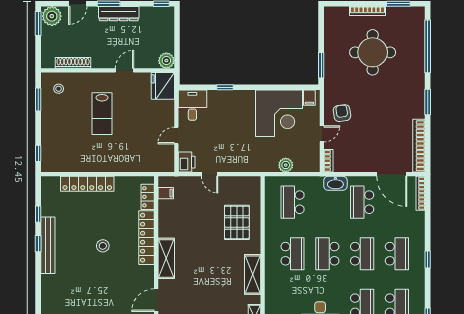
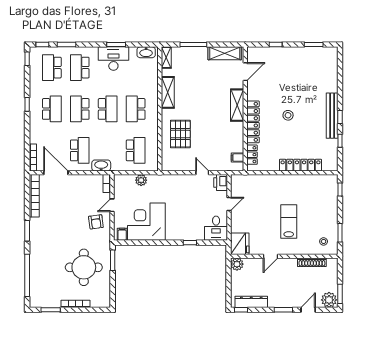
dresser: (119, 14) -> (251, 302), moved
round table: (373, 52) -> (84, 267), moved
school desk: (397, 254) -> (52, 109), turned 180

